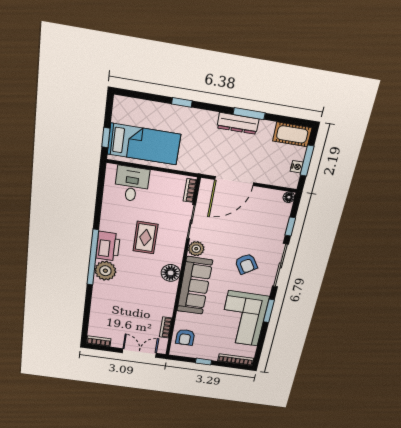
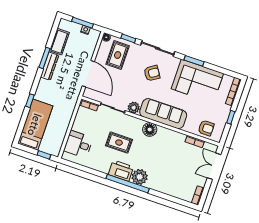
cot: (292, 134) -> (59, 42), moved
bed: (144, 144) -> (35, 125), moved
rug: (266, 216) -> (118, 55), added

